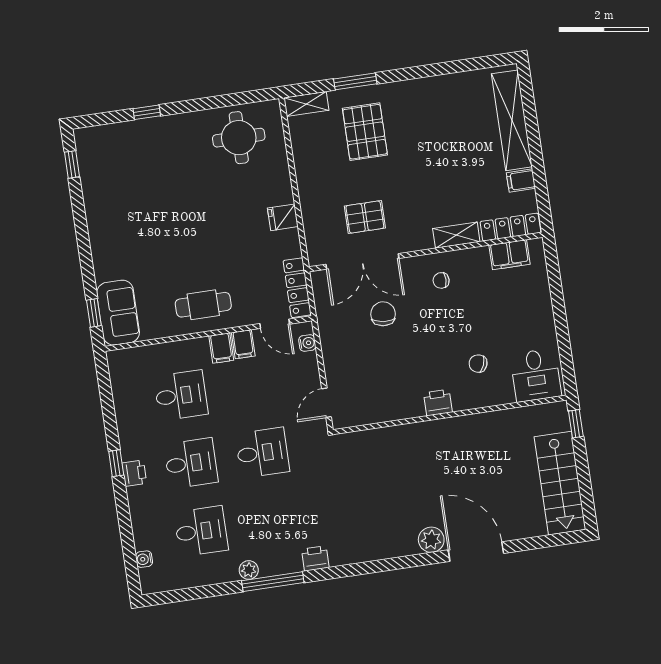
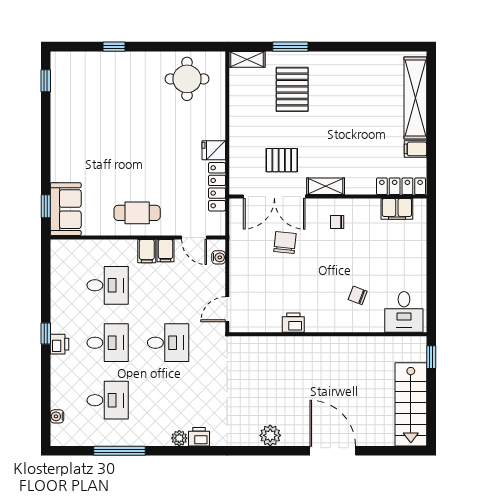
shelving: (456, 235) -> (326, 186), moved
locker: (297, 288) -> (217, 187), moved
printer: (438, 403) -> (293, 323), moved
plant: (431, 540) -> (270, 435), moved
plant: (249, 570) -> (179, 438), moved
window: (273, 582) -> (120, 451), moved

